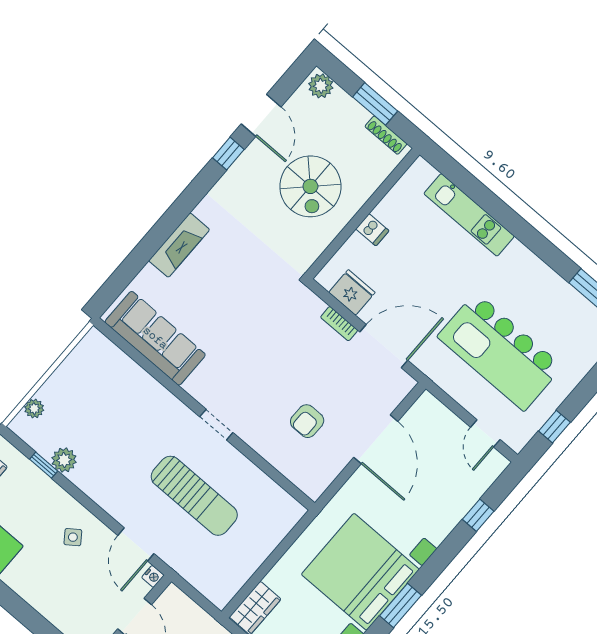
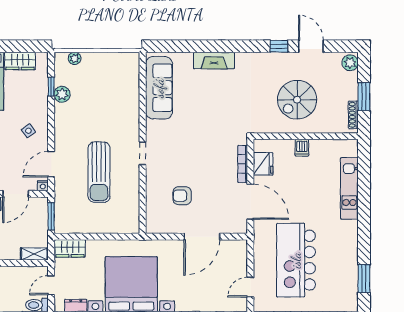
door: (261, 115) -> (311, 46), swing flipped
bookcase: (339, 324) -> (243, 164), width x1.56
window: (198, 598) -> (51, 216), added

